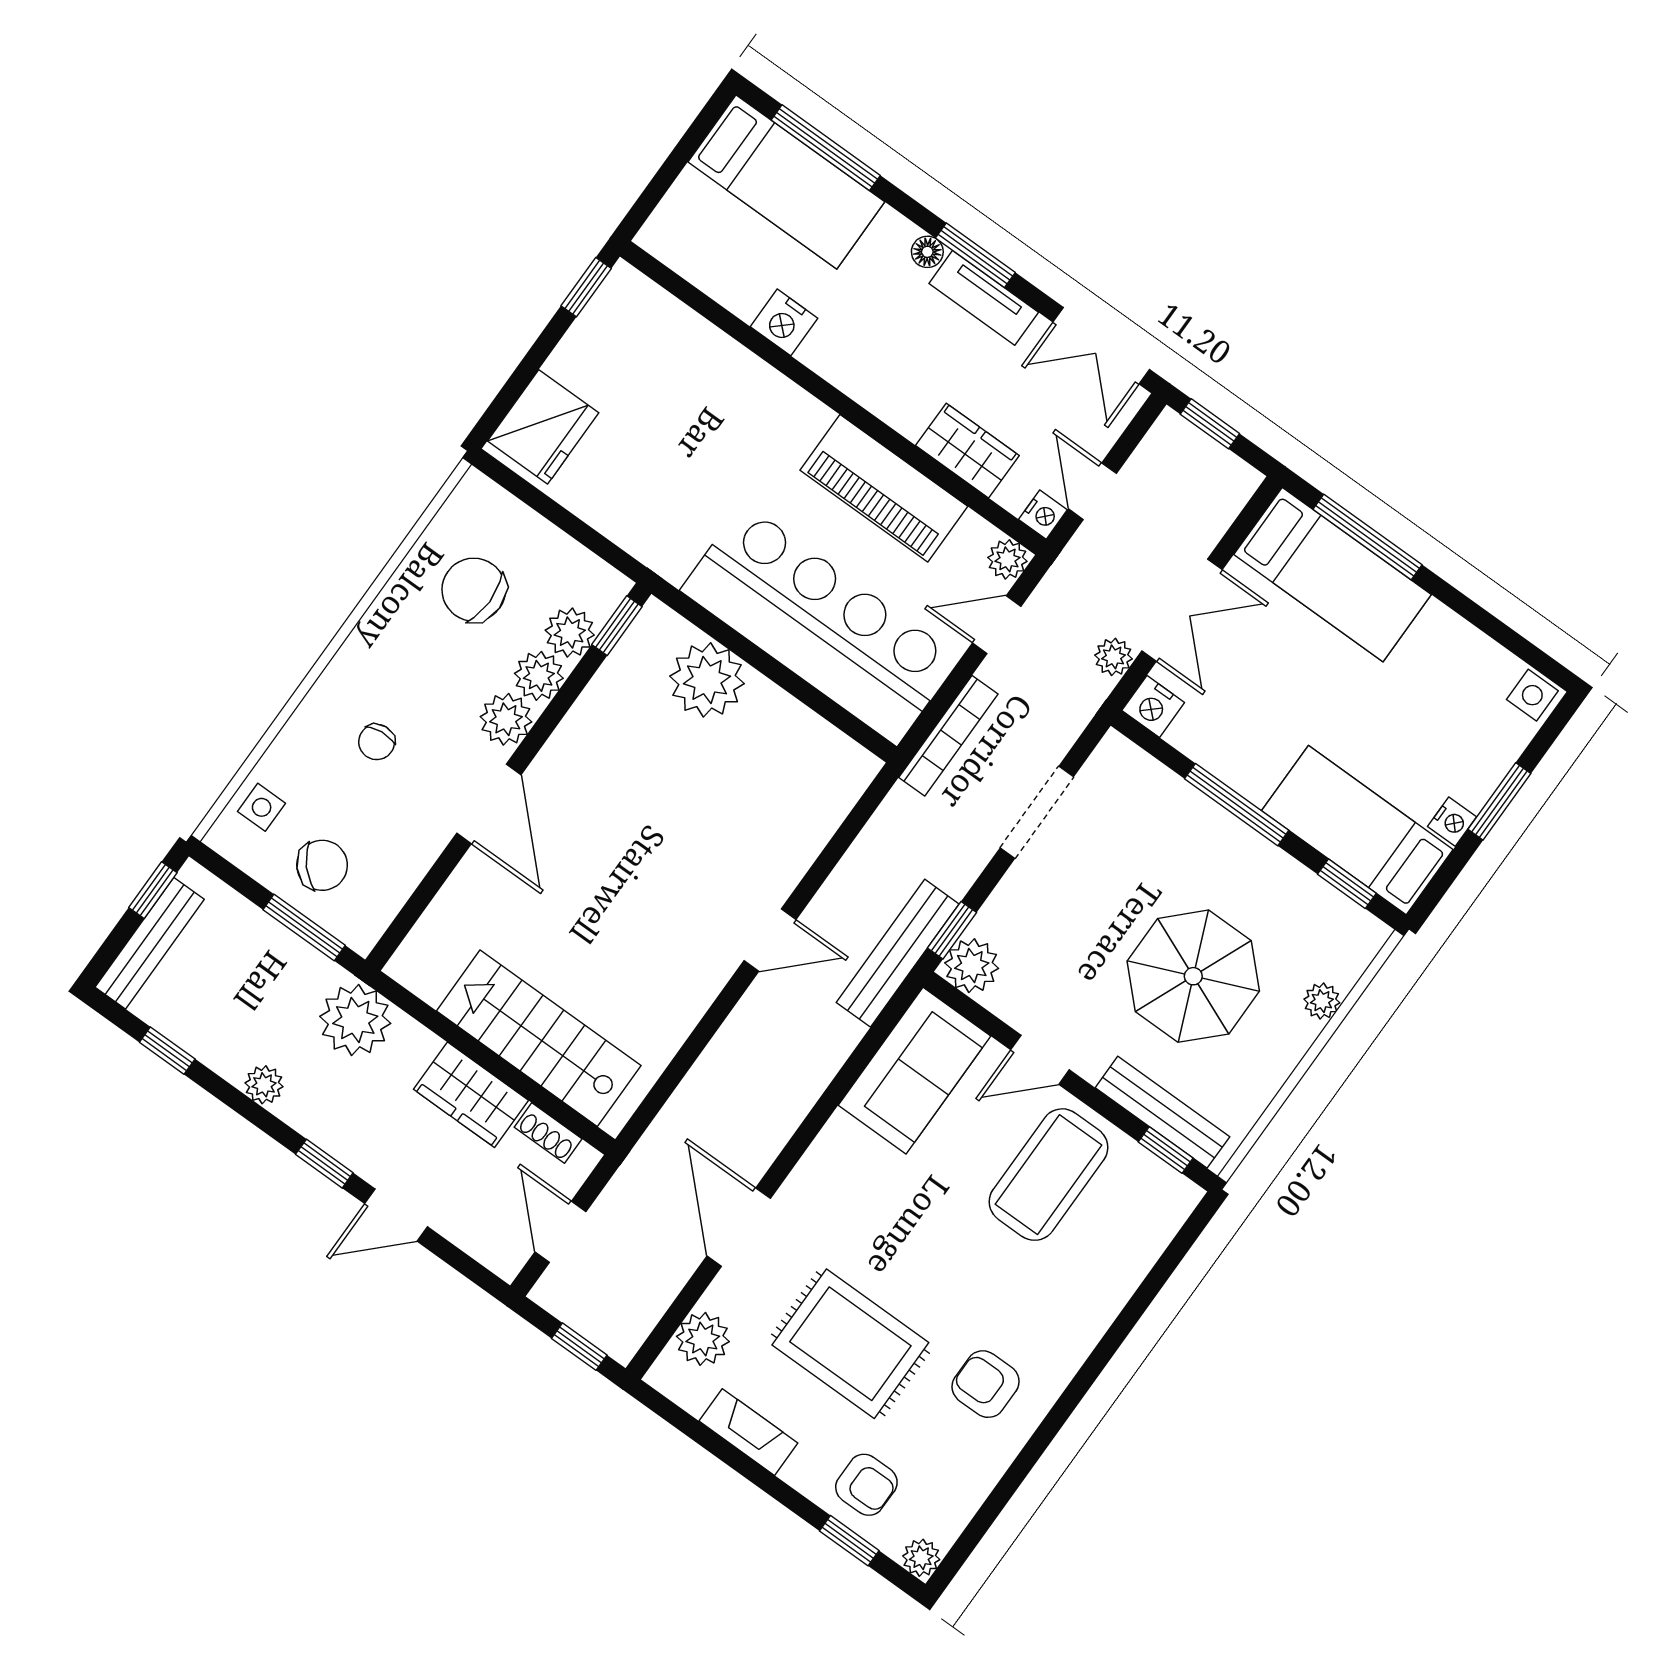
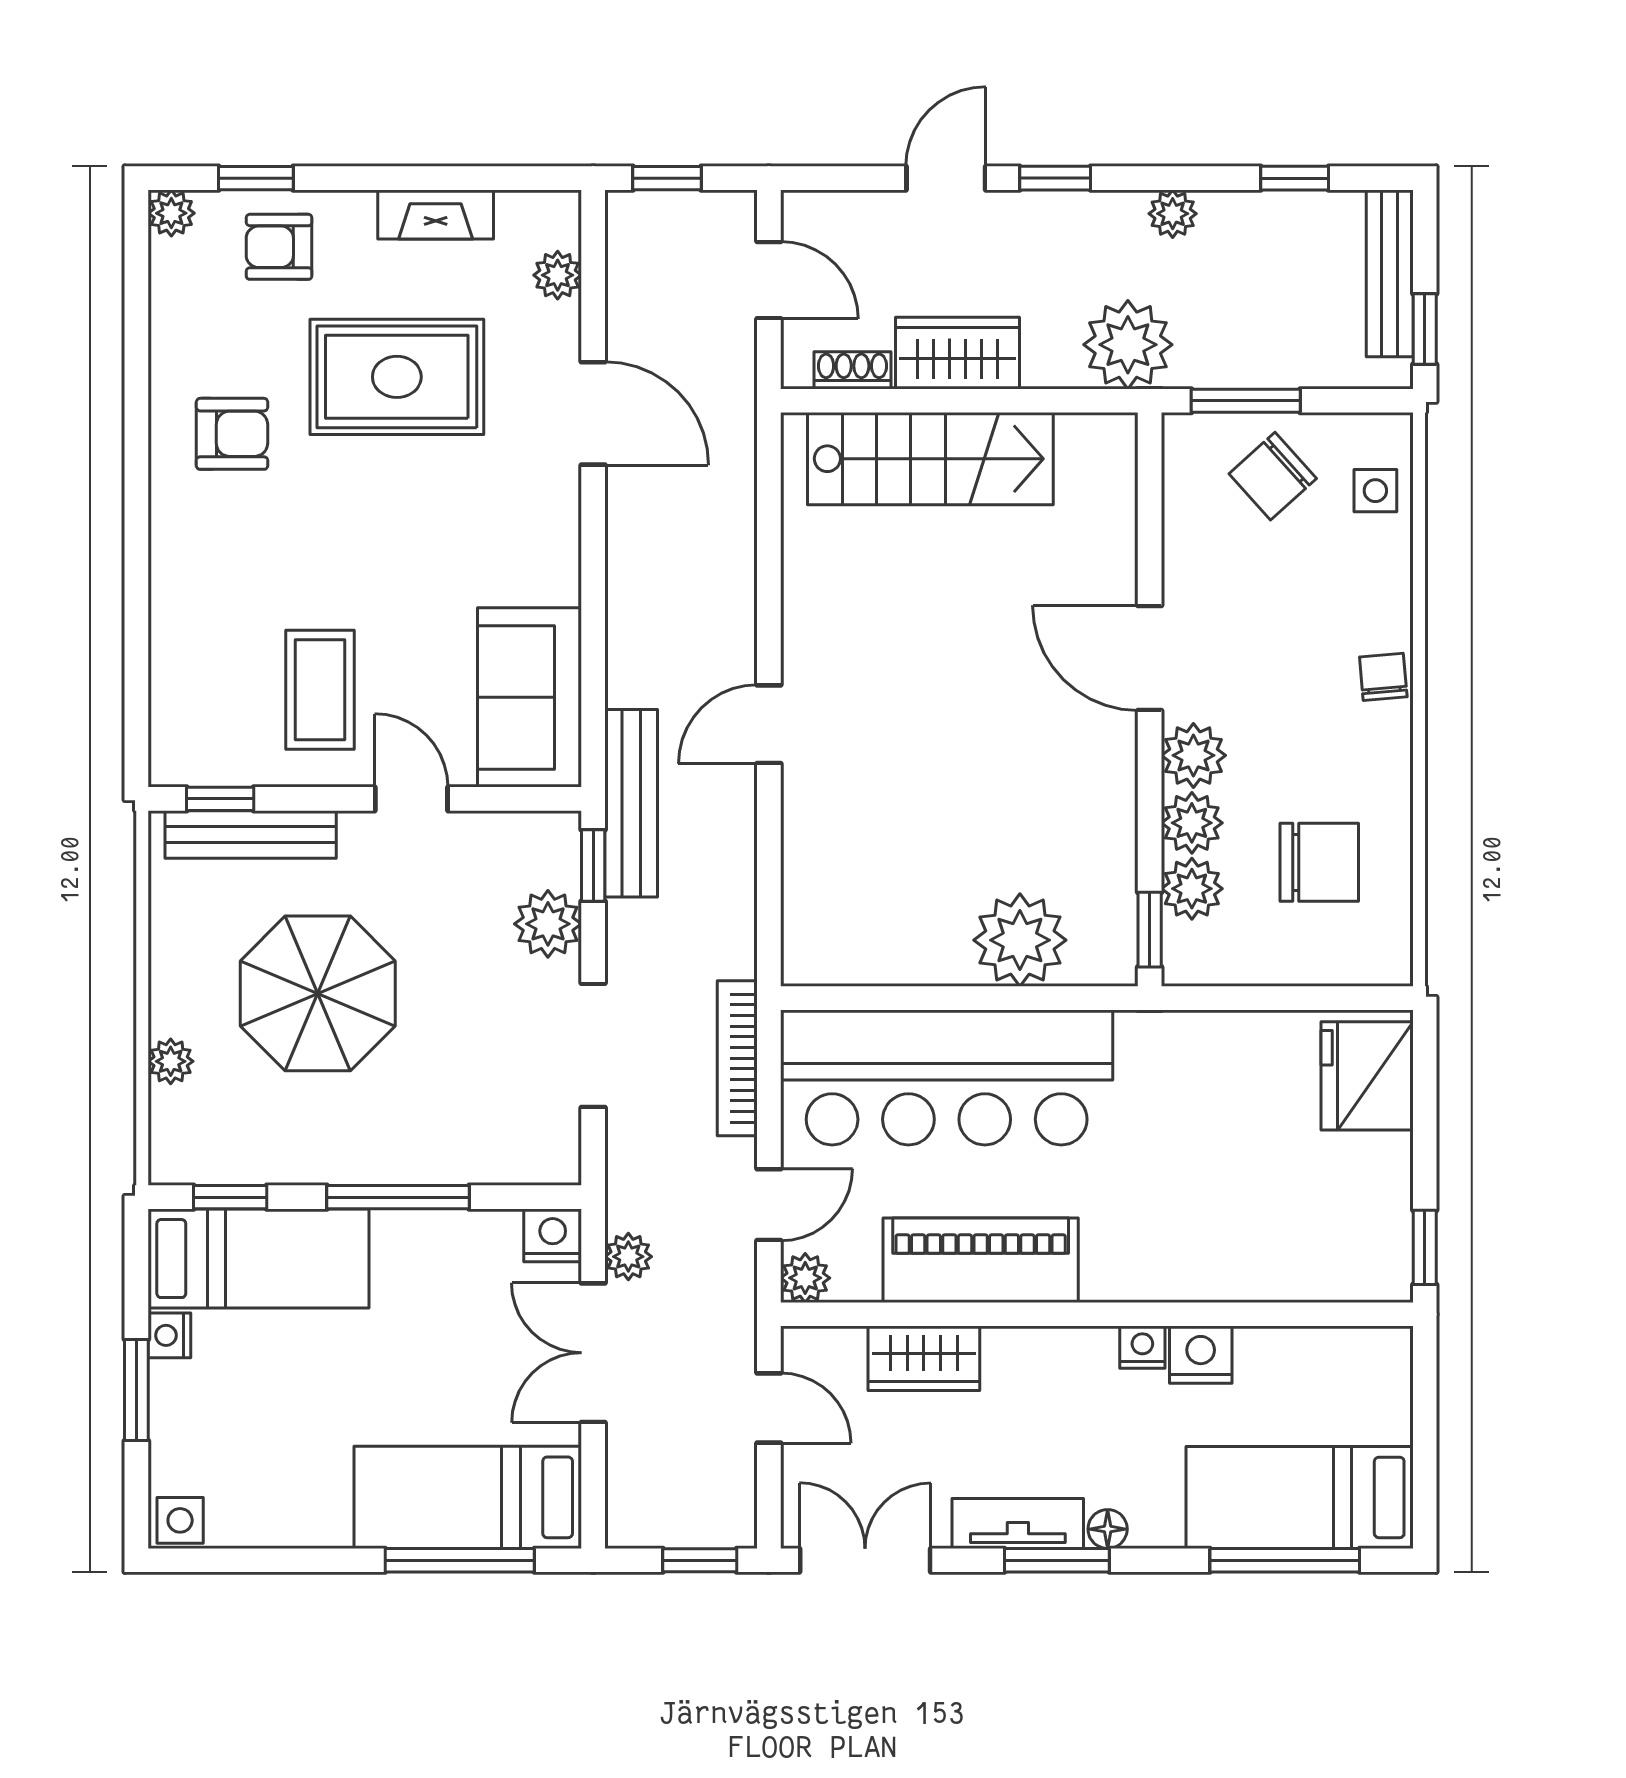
nightstand: (1043, 515) -> (1142, 1347), moved, turned 90
chair: (377, 742) -> (1383, 677), moved
plant: (972, 966) -> (548, 924), moved
door: (1040, 1060) -> (411, 799), hinge flipped
coffee table: (1048, 1175) -> (320, 690), width x0.73, depth x0.76
plant: (703, 1339) -> (558, 275), width x0.73, depth x0.73

